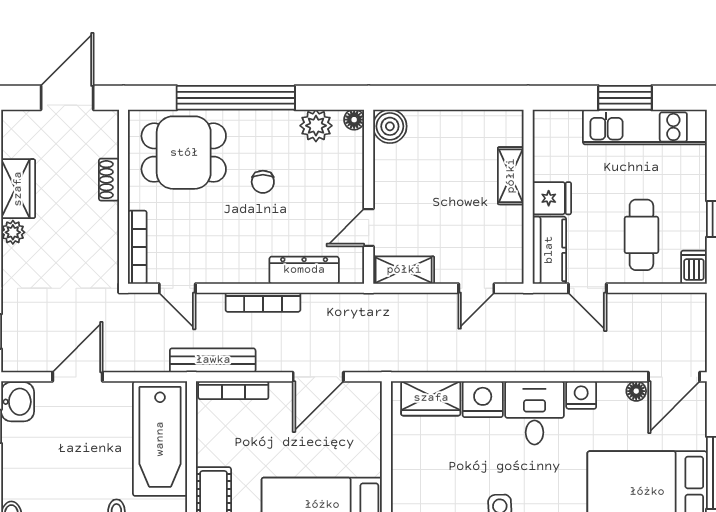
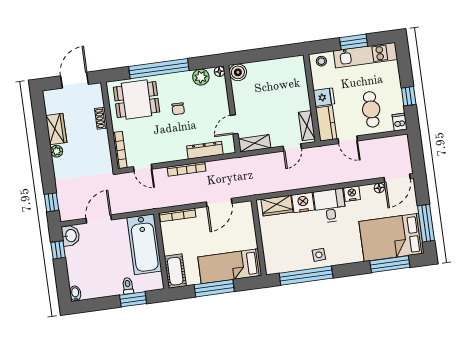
stool: (557, 127) -> (321, 61), added
shelving: (511, 176) -> (307, 126), moved
bench: (213, 360) -> (165, 202), removed

